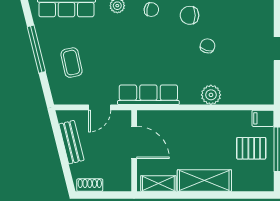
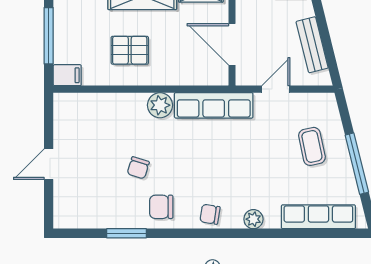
chair: (190, 15) -> (161, 207), turned 180
plant: (211, 95) -> (160, 105), moved
pallet: (251, 148) -> (130, 50), moved

